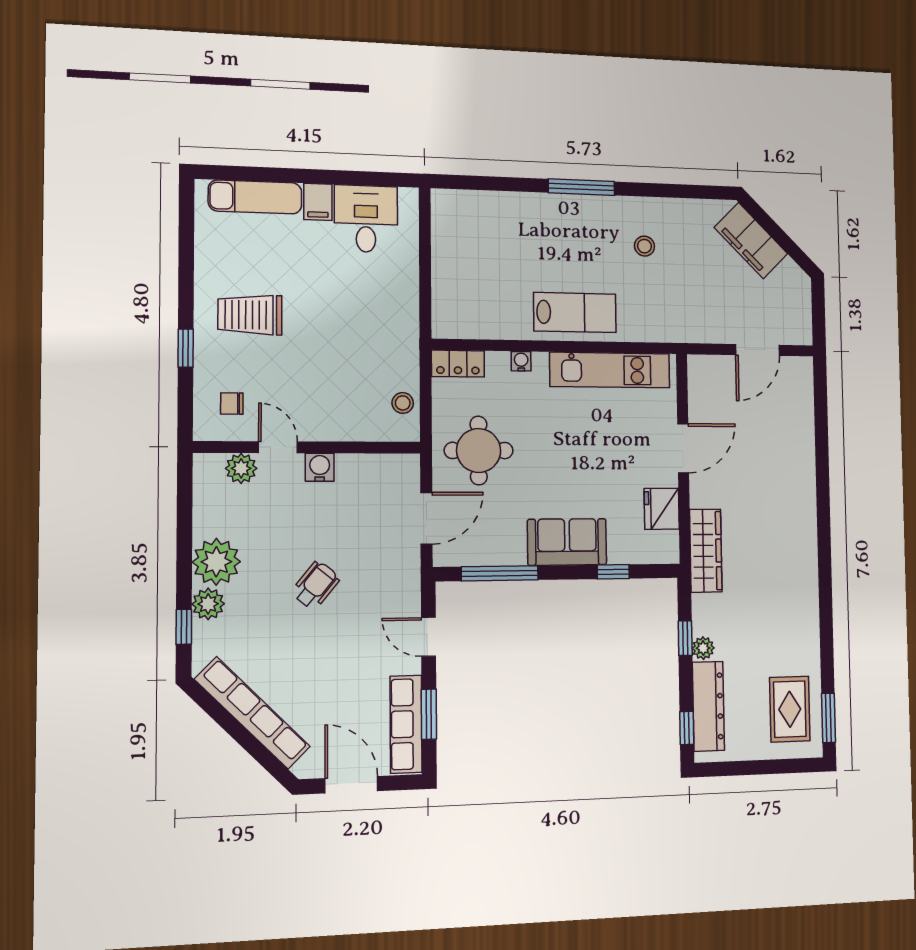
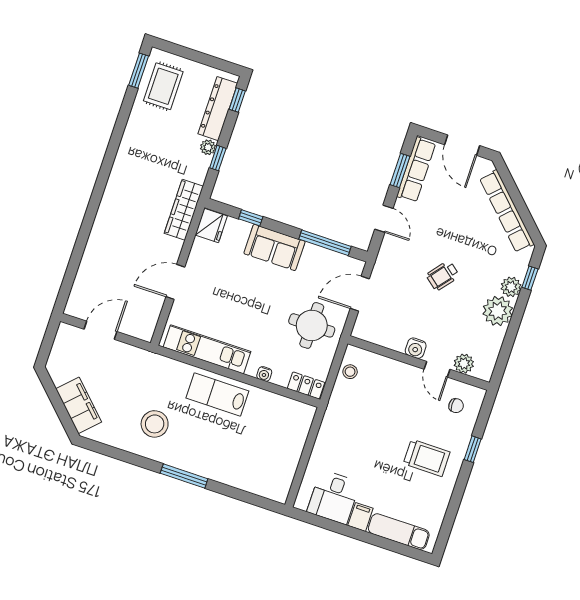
stool: (644, 246) -> (155, 424), width x1.89, depth x1.89
fridge: (662, 509) -> (211, 225), moved

